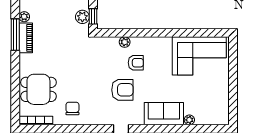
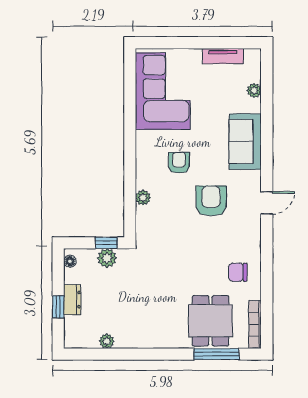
window: (15, 35) -> (216, 354), moved
piano: (26, 38) -> (137, 339), removed
armchair: (136, 63) -> (179, 163), moved
tv unit: (224, 98) -> (223, 56), added
plant: (189, 120) -> (254, 90), moved

